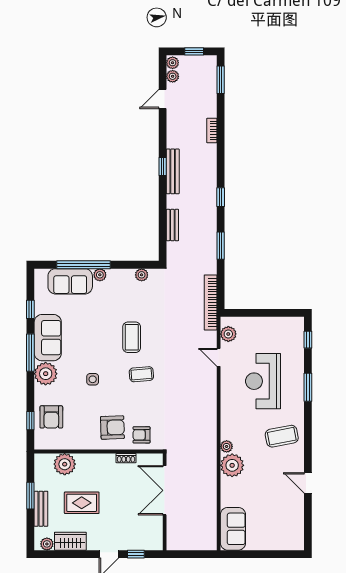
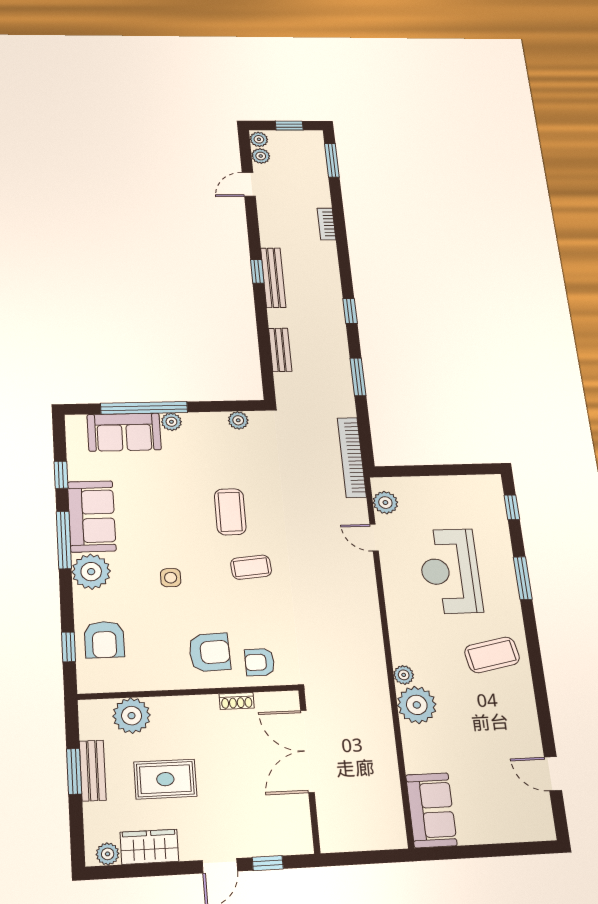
door: (308, 483) -> (553, 774), moved
bench: (41, 509) -> (93, 771), moved

